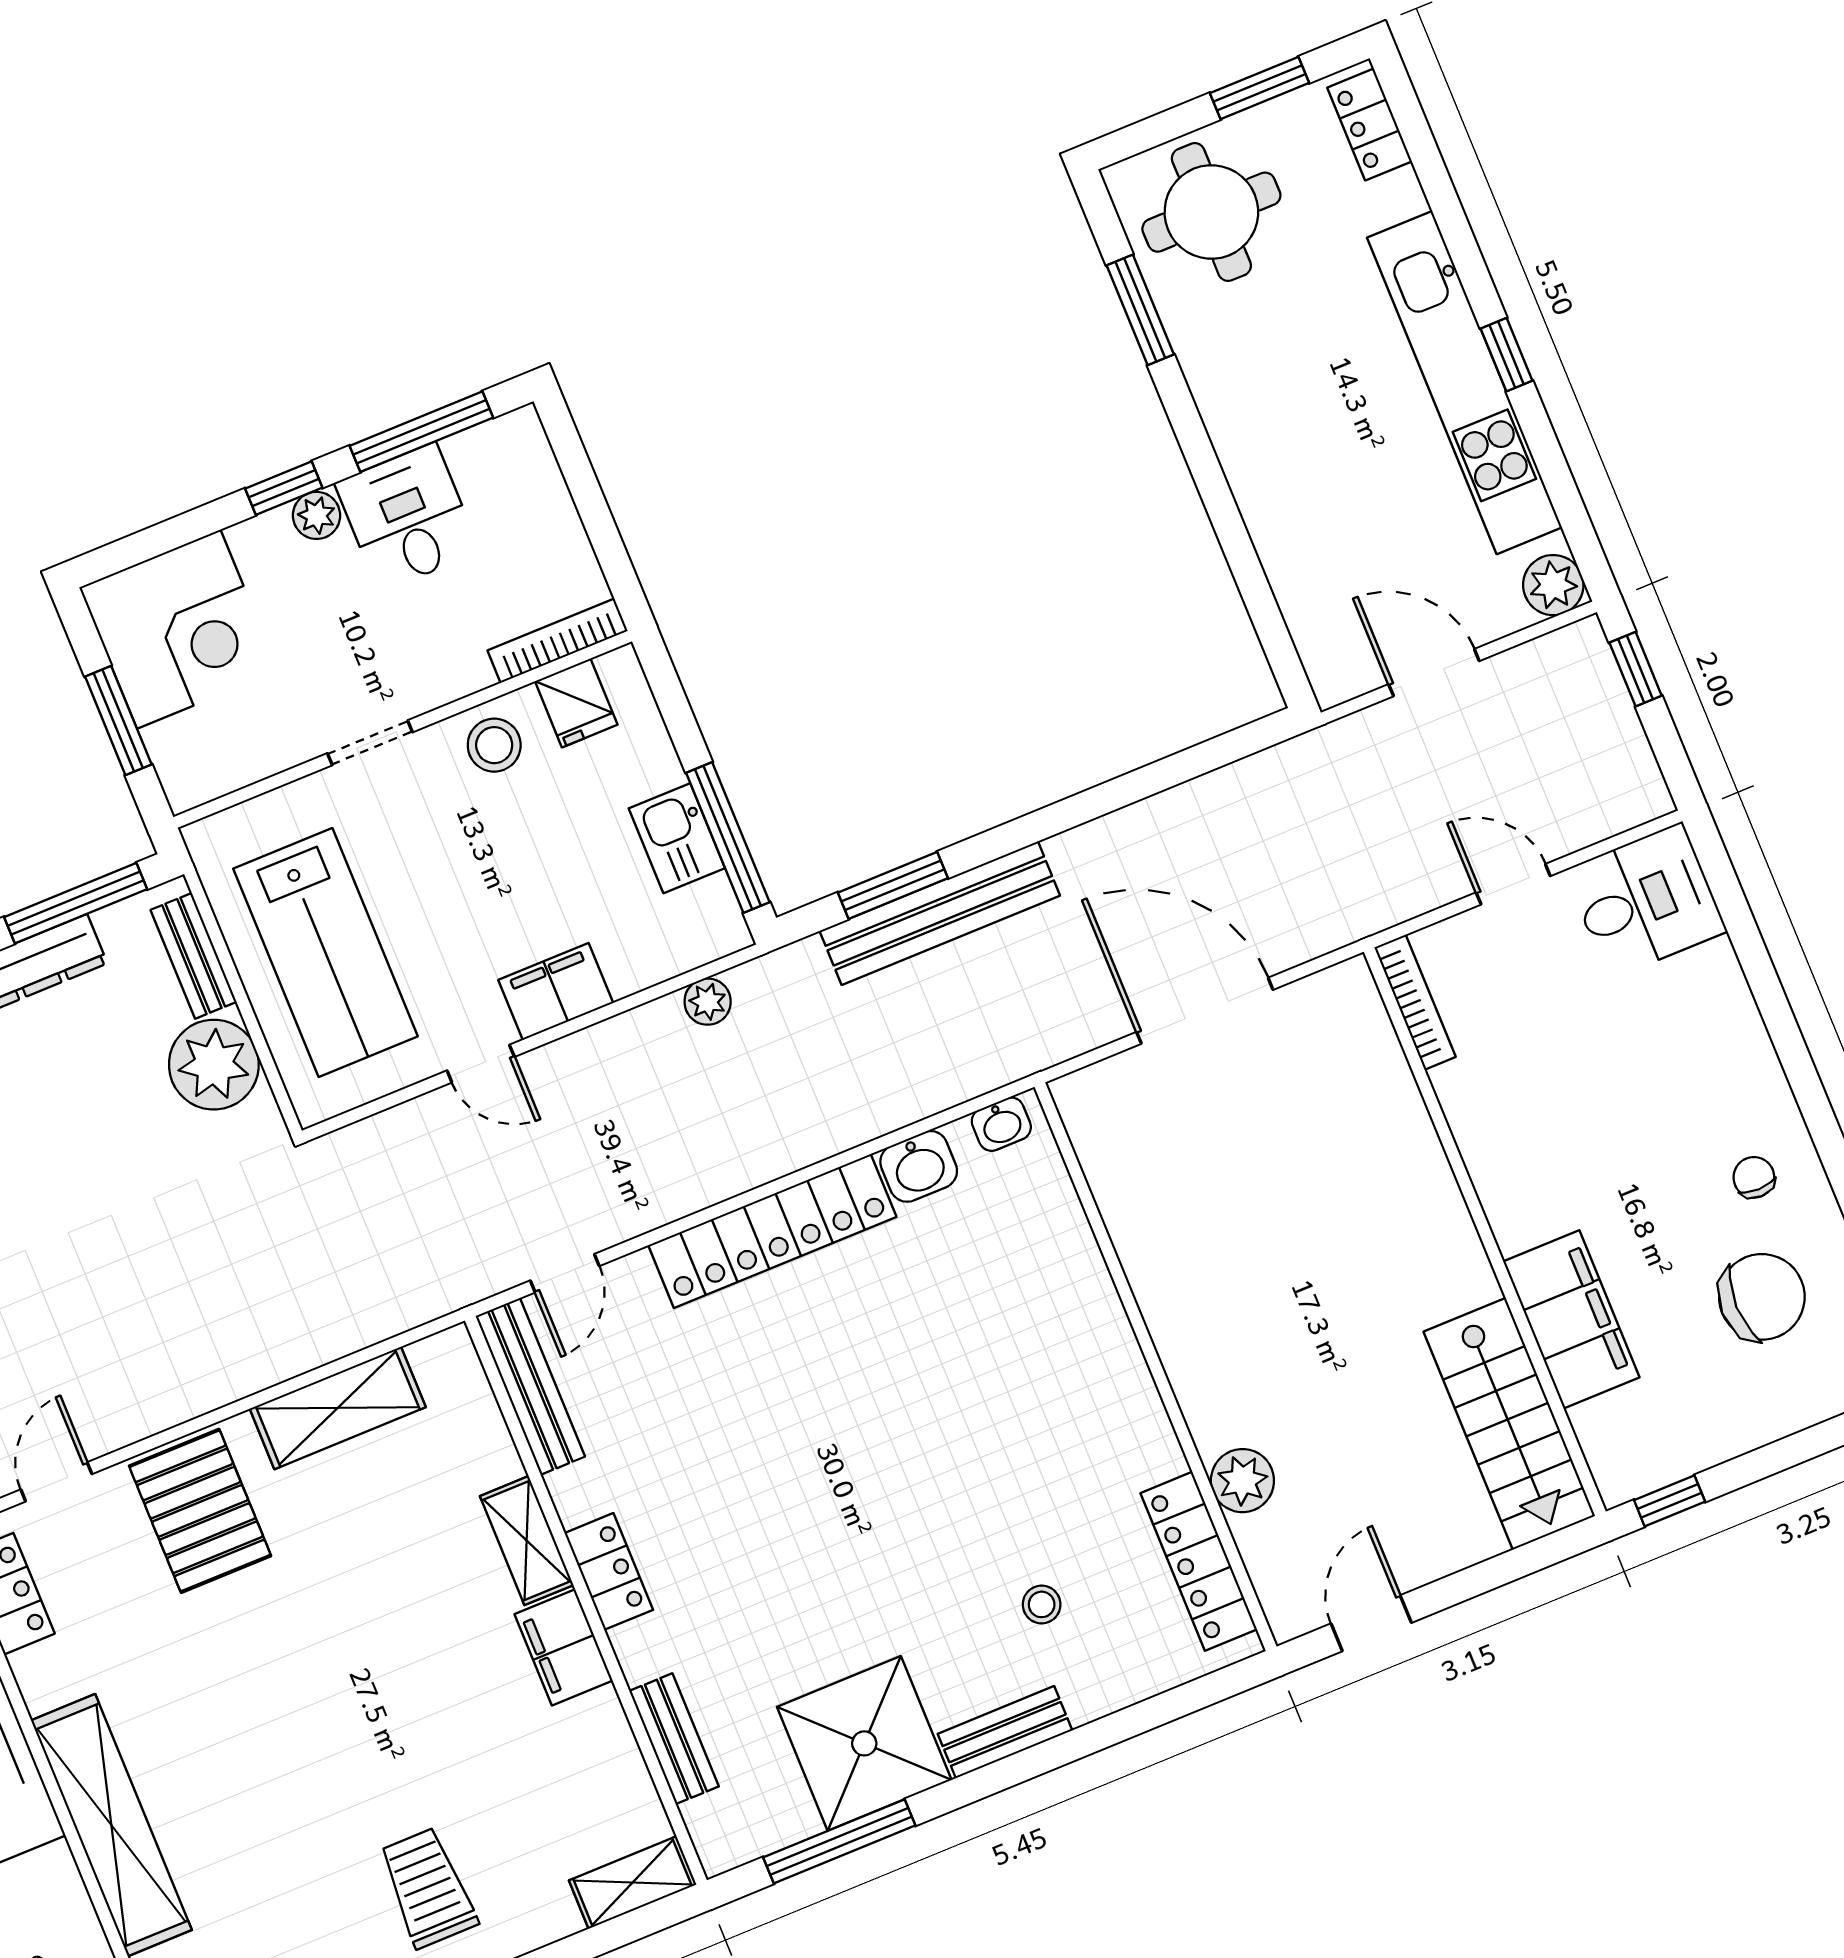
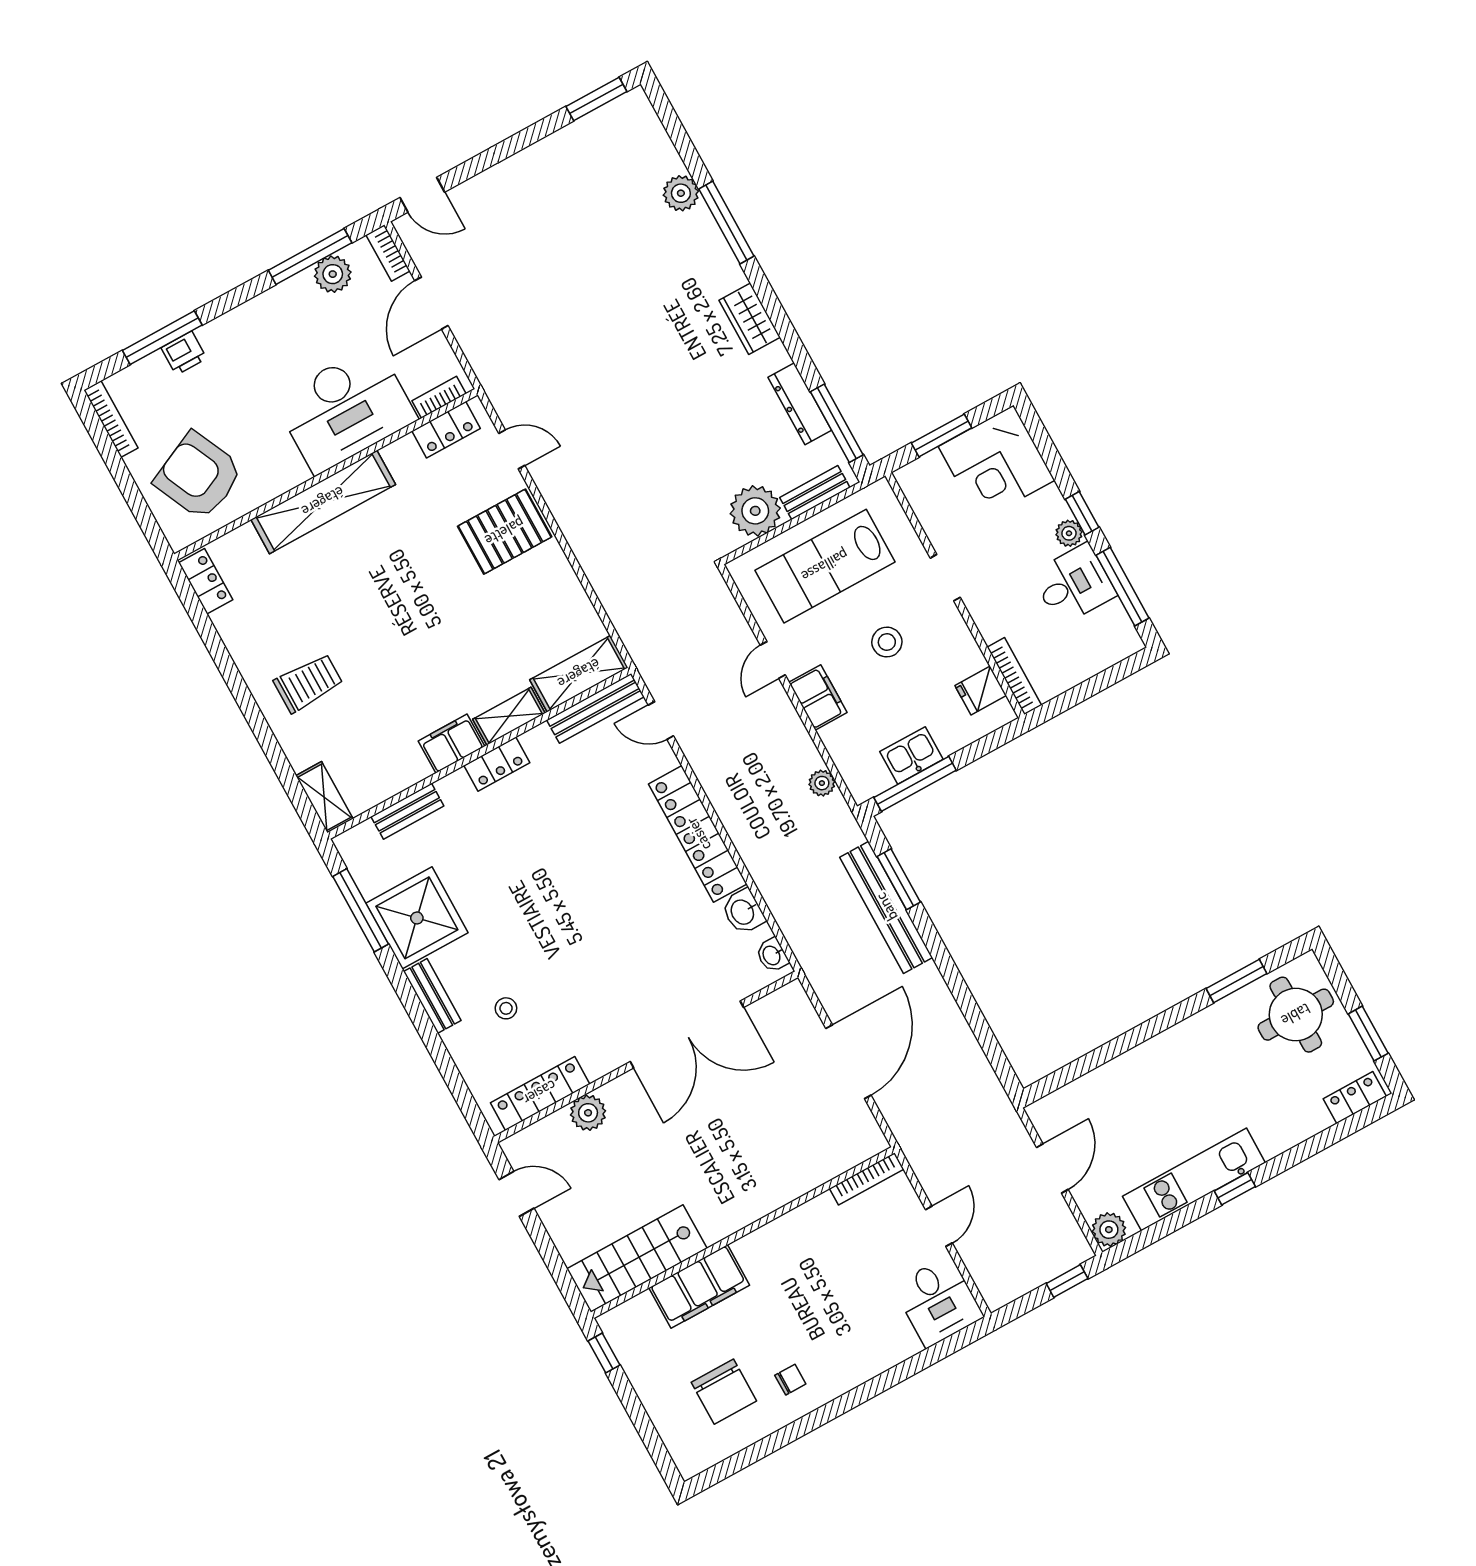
kitchen unit: (1465, 383) -> (1194, 1179), width x0.73
stool: (494, 745) -> (887, 642), moved
double door: (1124, 1291) -> (687, 1035), added
shelving: (338, 1408) -> (579, 674), moved, turned 90

